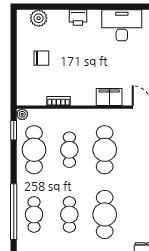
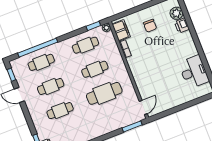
printer: (78, 18) -> (182, 26), moved
filing cabinet: (109, 97) -> (121, 30), moved
cafe table: (34, 150) -> (85, 45), width x0.73, depth x0.74
cafe table: (105, 214) -> (60, 111), width x0.73, depth x0.74

